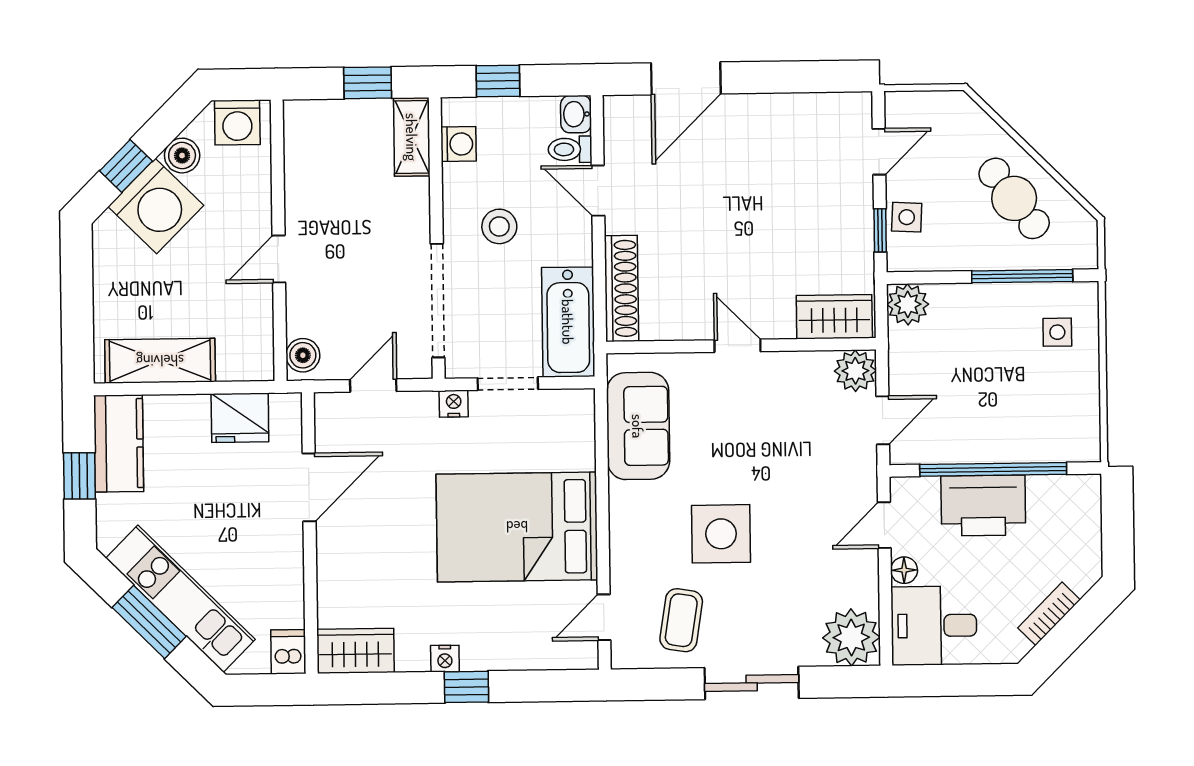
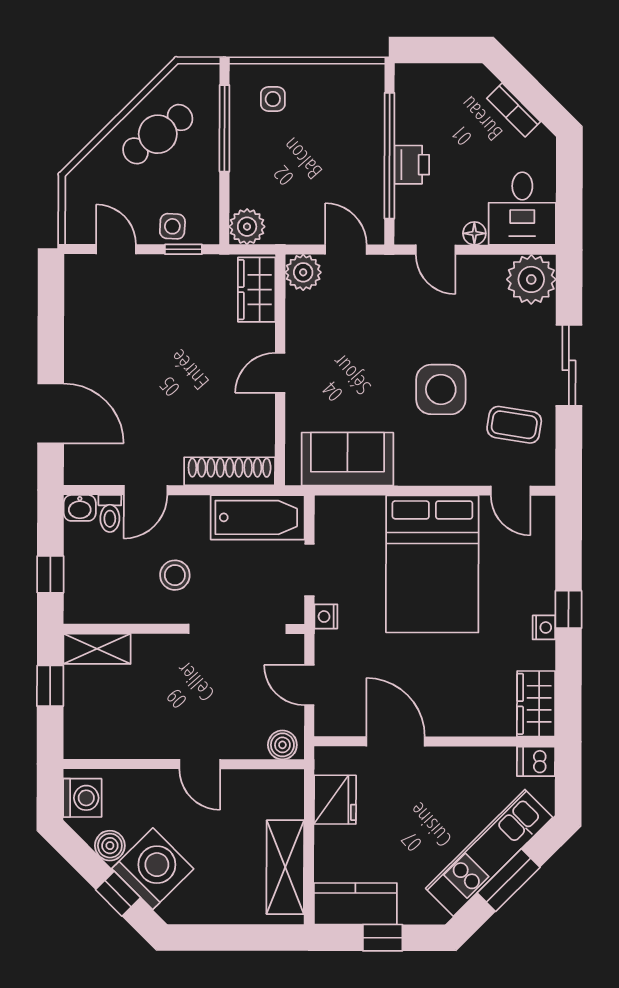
washing machine: (459, 144) -> (104, 609), removed
printer: (983, 505) -> (412, 165), width x0.53, depth x0.68

